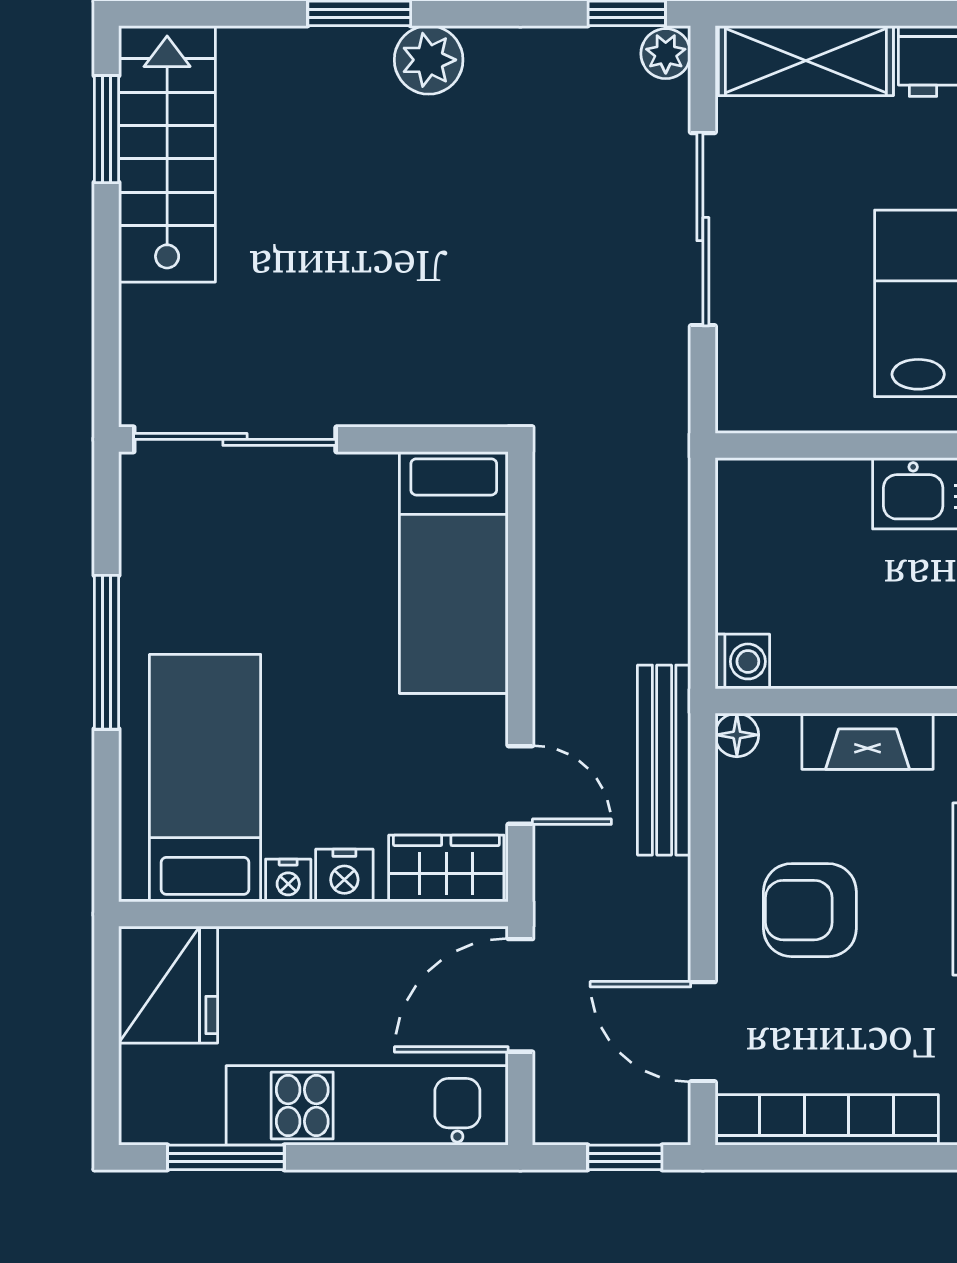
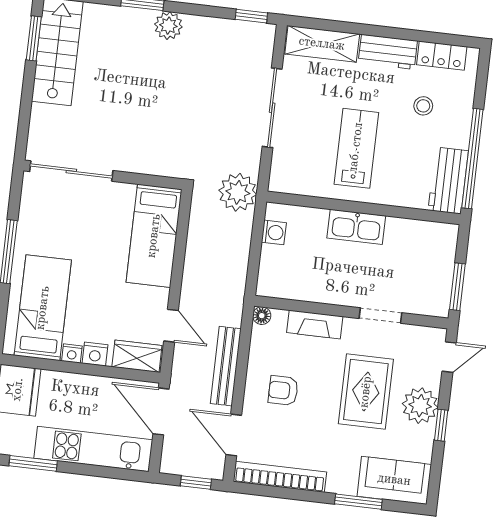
plant: (666, 54) -> (238, 192), moved, width x1.88, depth x1.88
washing machine: (742, 661) -> (274, 232), moved
bench: (664, 760) -> (226, 366), moved
armchair: (810, 910) -> (283, 391), width x0.72, depth x0.72
door: (520, 995) -> (161, 411), hinge flipped

